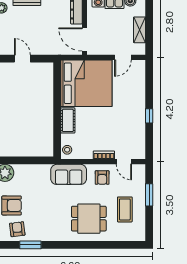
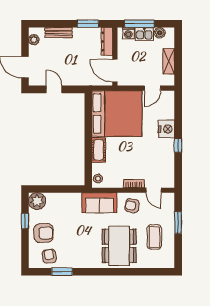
nightstand: (137, 99) -> (167, 129), added
armchair: (102, 178) -> (132, 206), turned 100
dining table: (89, 219) -> (119, 246), width x1.38

